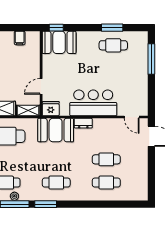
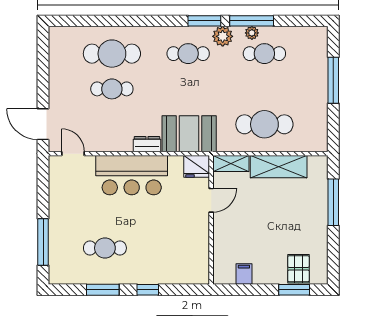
window: (56, 28) -> (148, 290), moved
booth: (59, 42) -> (184, 267), removed
cafe table: (113, 45) -> (105, 248), moved
cafe table: (106, 183) -> (112, 54), width x1.37, depth x1.35
plant: (34, 194) -> (223, 36), added

